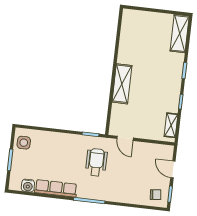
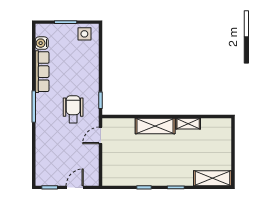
shelving: (171, 125) -> (188, 124), moved
wheelchair: (96, 162) -> (73, 109), turned -90
chair: (156, 195) -> (47, 173), removed

